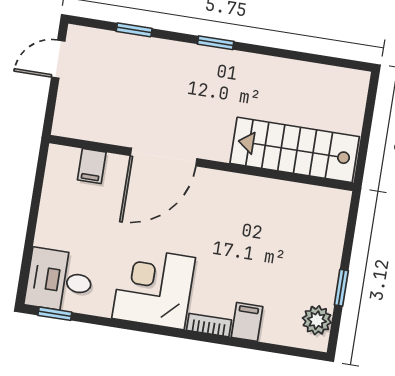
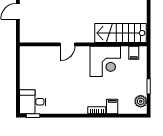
door: (164, 157) -> (67, 44), width x0.53
filing cabinet: (92, 166) -> (134, 53), moved
corner desk: (154, 288) -> (105, 61), moved, turned 180

